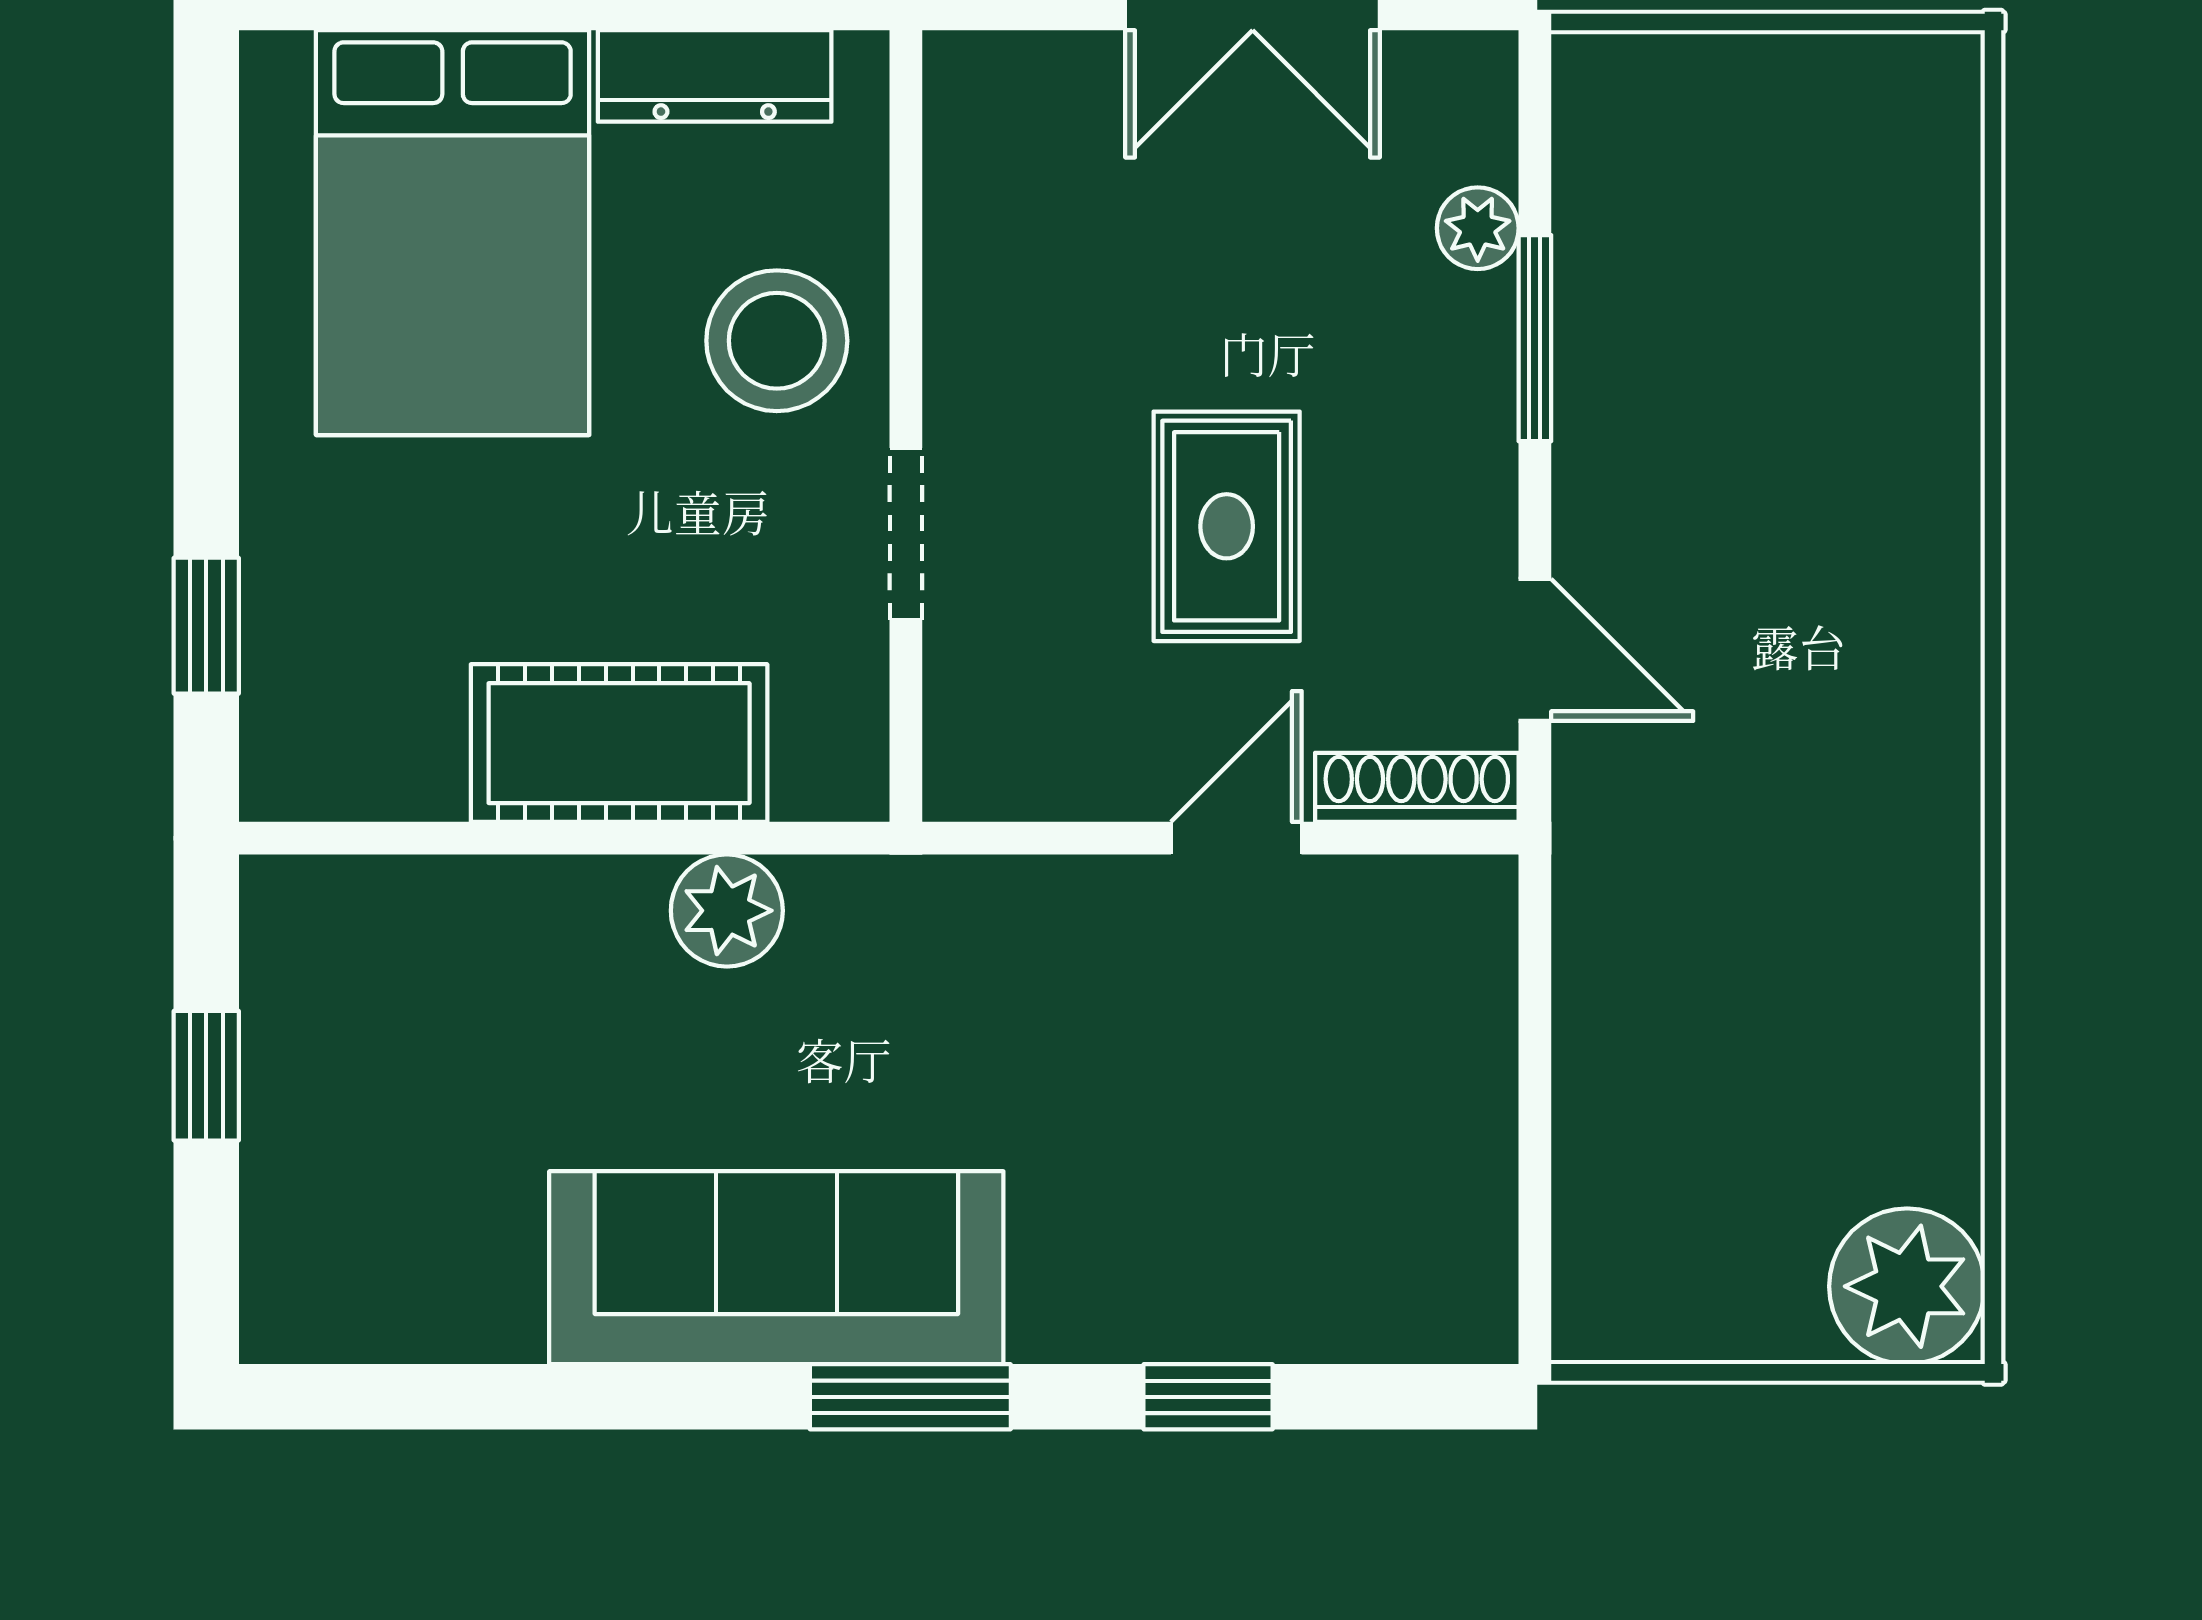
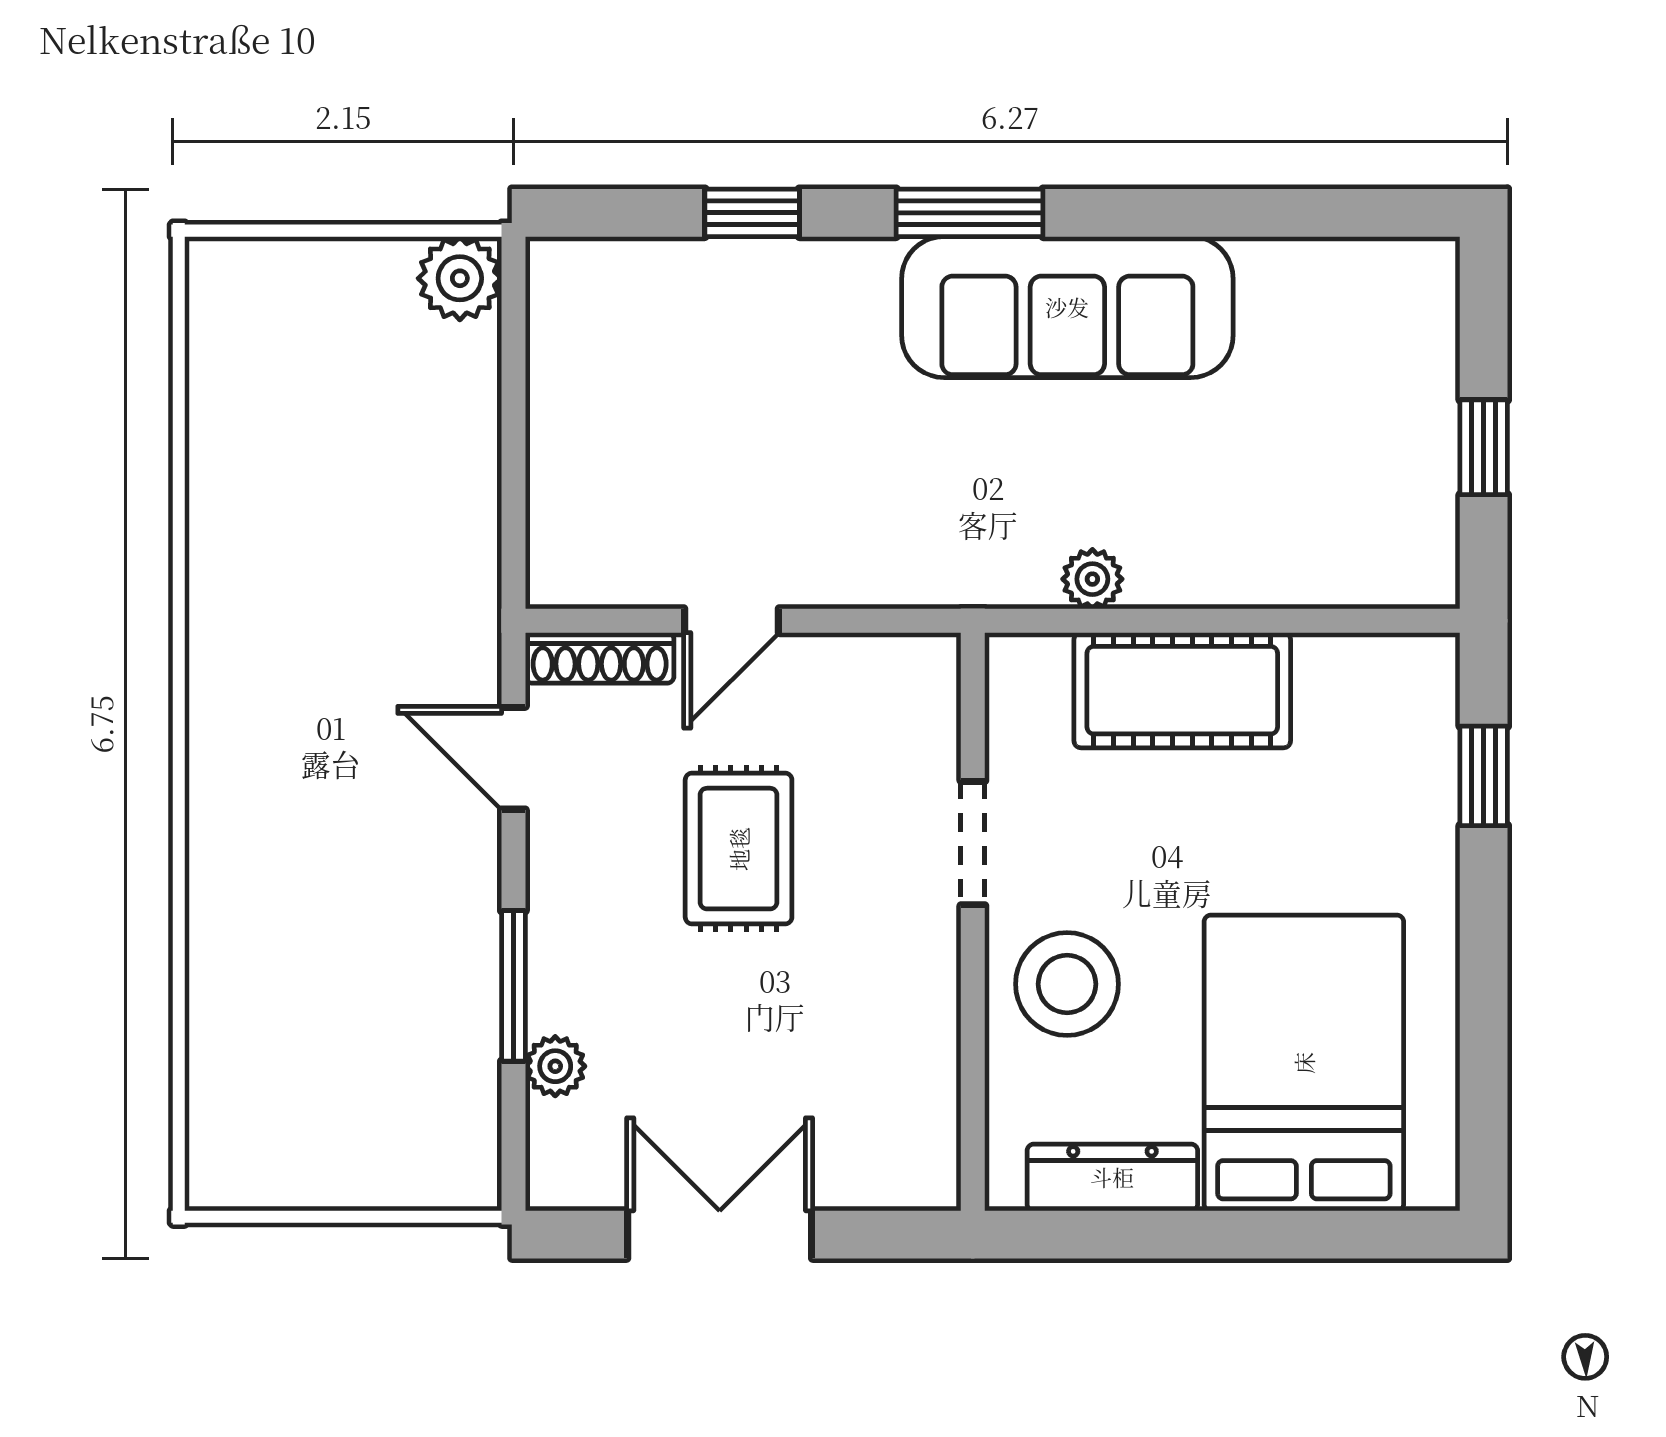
plant: (727, 911) -> (1092, 579), width x0.73, depth x0.73
plant: (1907, 1286) -> (460, 278), moved, width x0.73, depth x0.73

